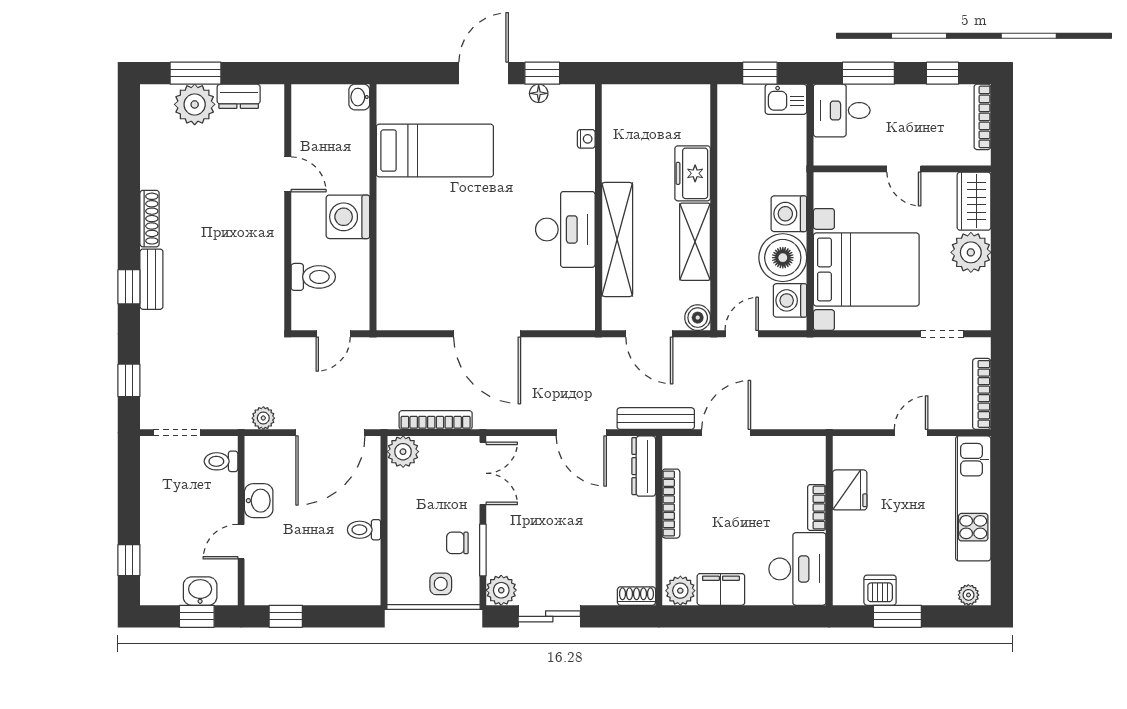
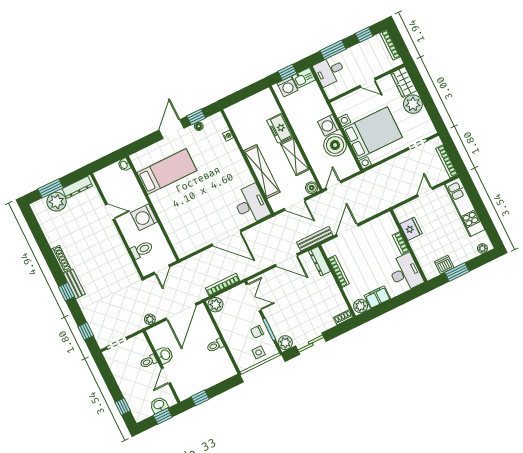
dresser: (239, 96) -> (77, 187), width x1.44
desk: (565, 229) -> (251, 204), moved
washing machine: (790, 300) -> (287, 87), moved, turned -90
toilet: (221, 461) -> (148, 361), moved

